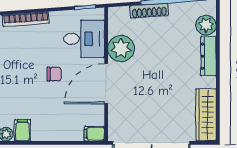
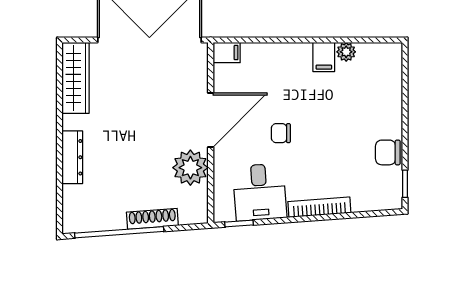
plant: (206, 25) -> (75, 199), removed
desk: (84, 39) -> (260, 192), moved, turned -94

